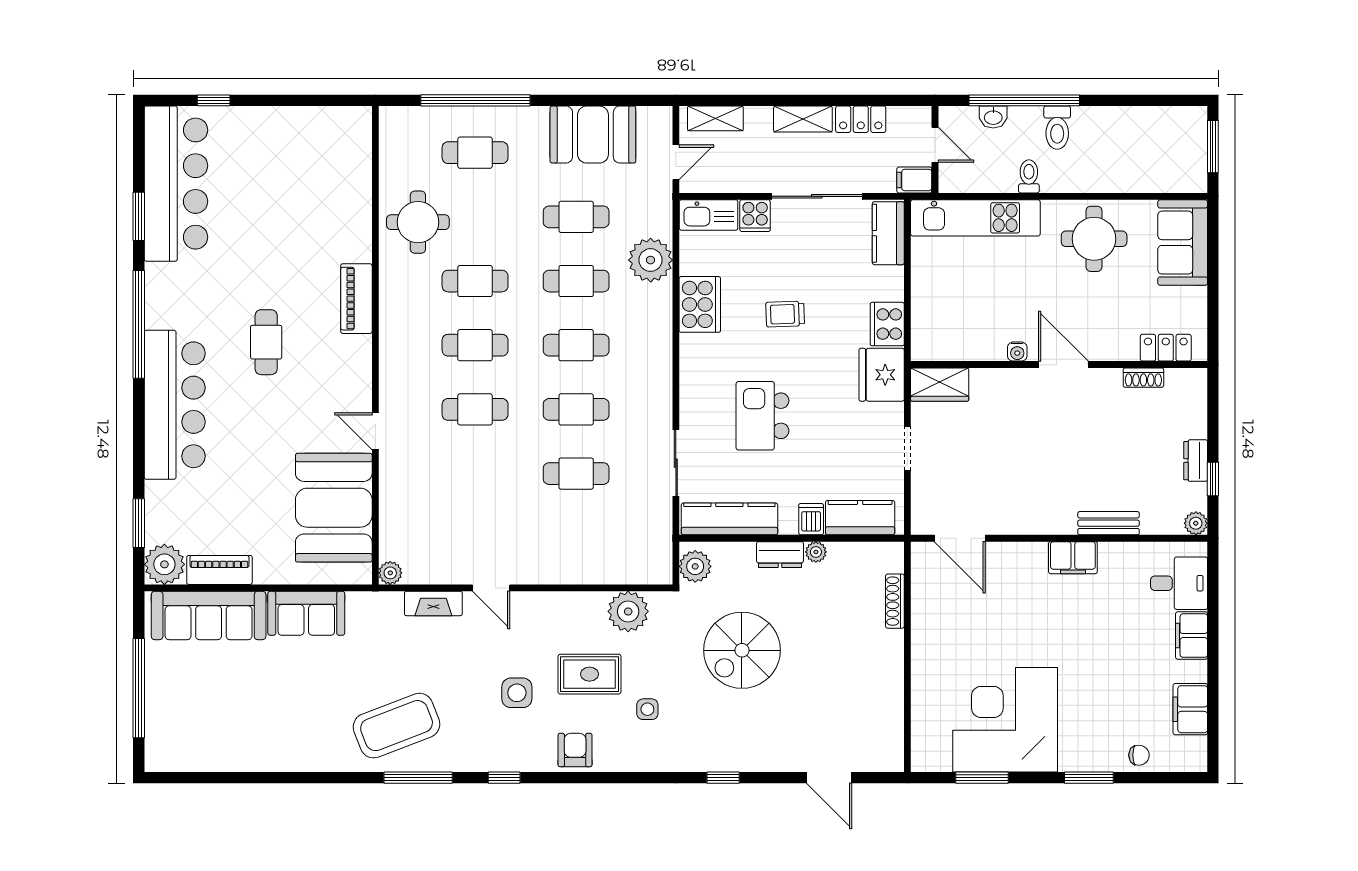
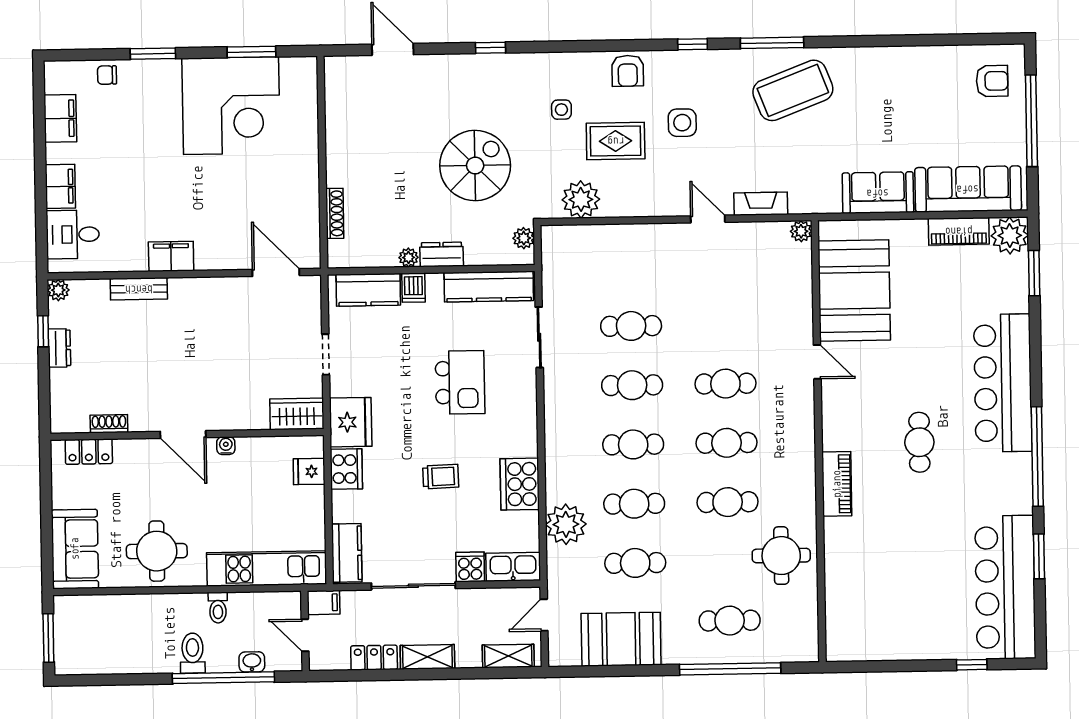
fridge: (928, 322) -> (309, 471), added
plant: (695, 566) -> (524, 238), width x0.73, depth x0.73
armchair: (181, 732) -> (992, 81), added

